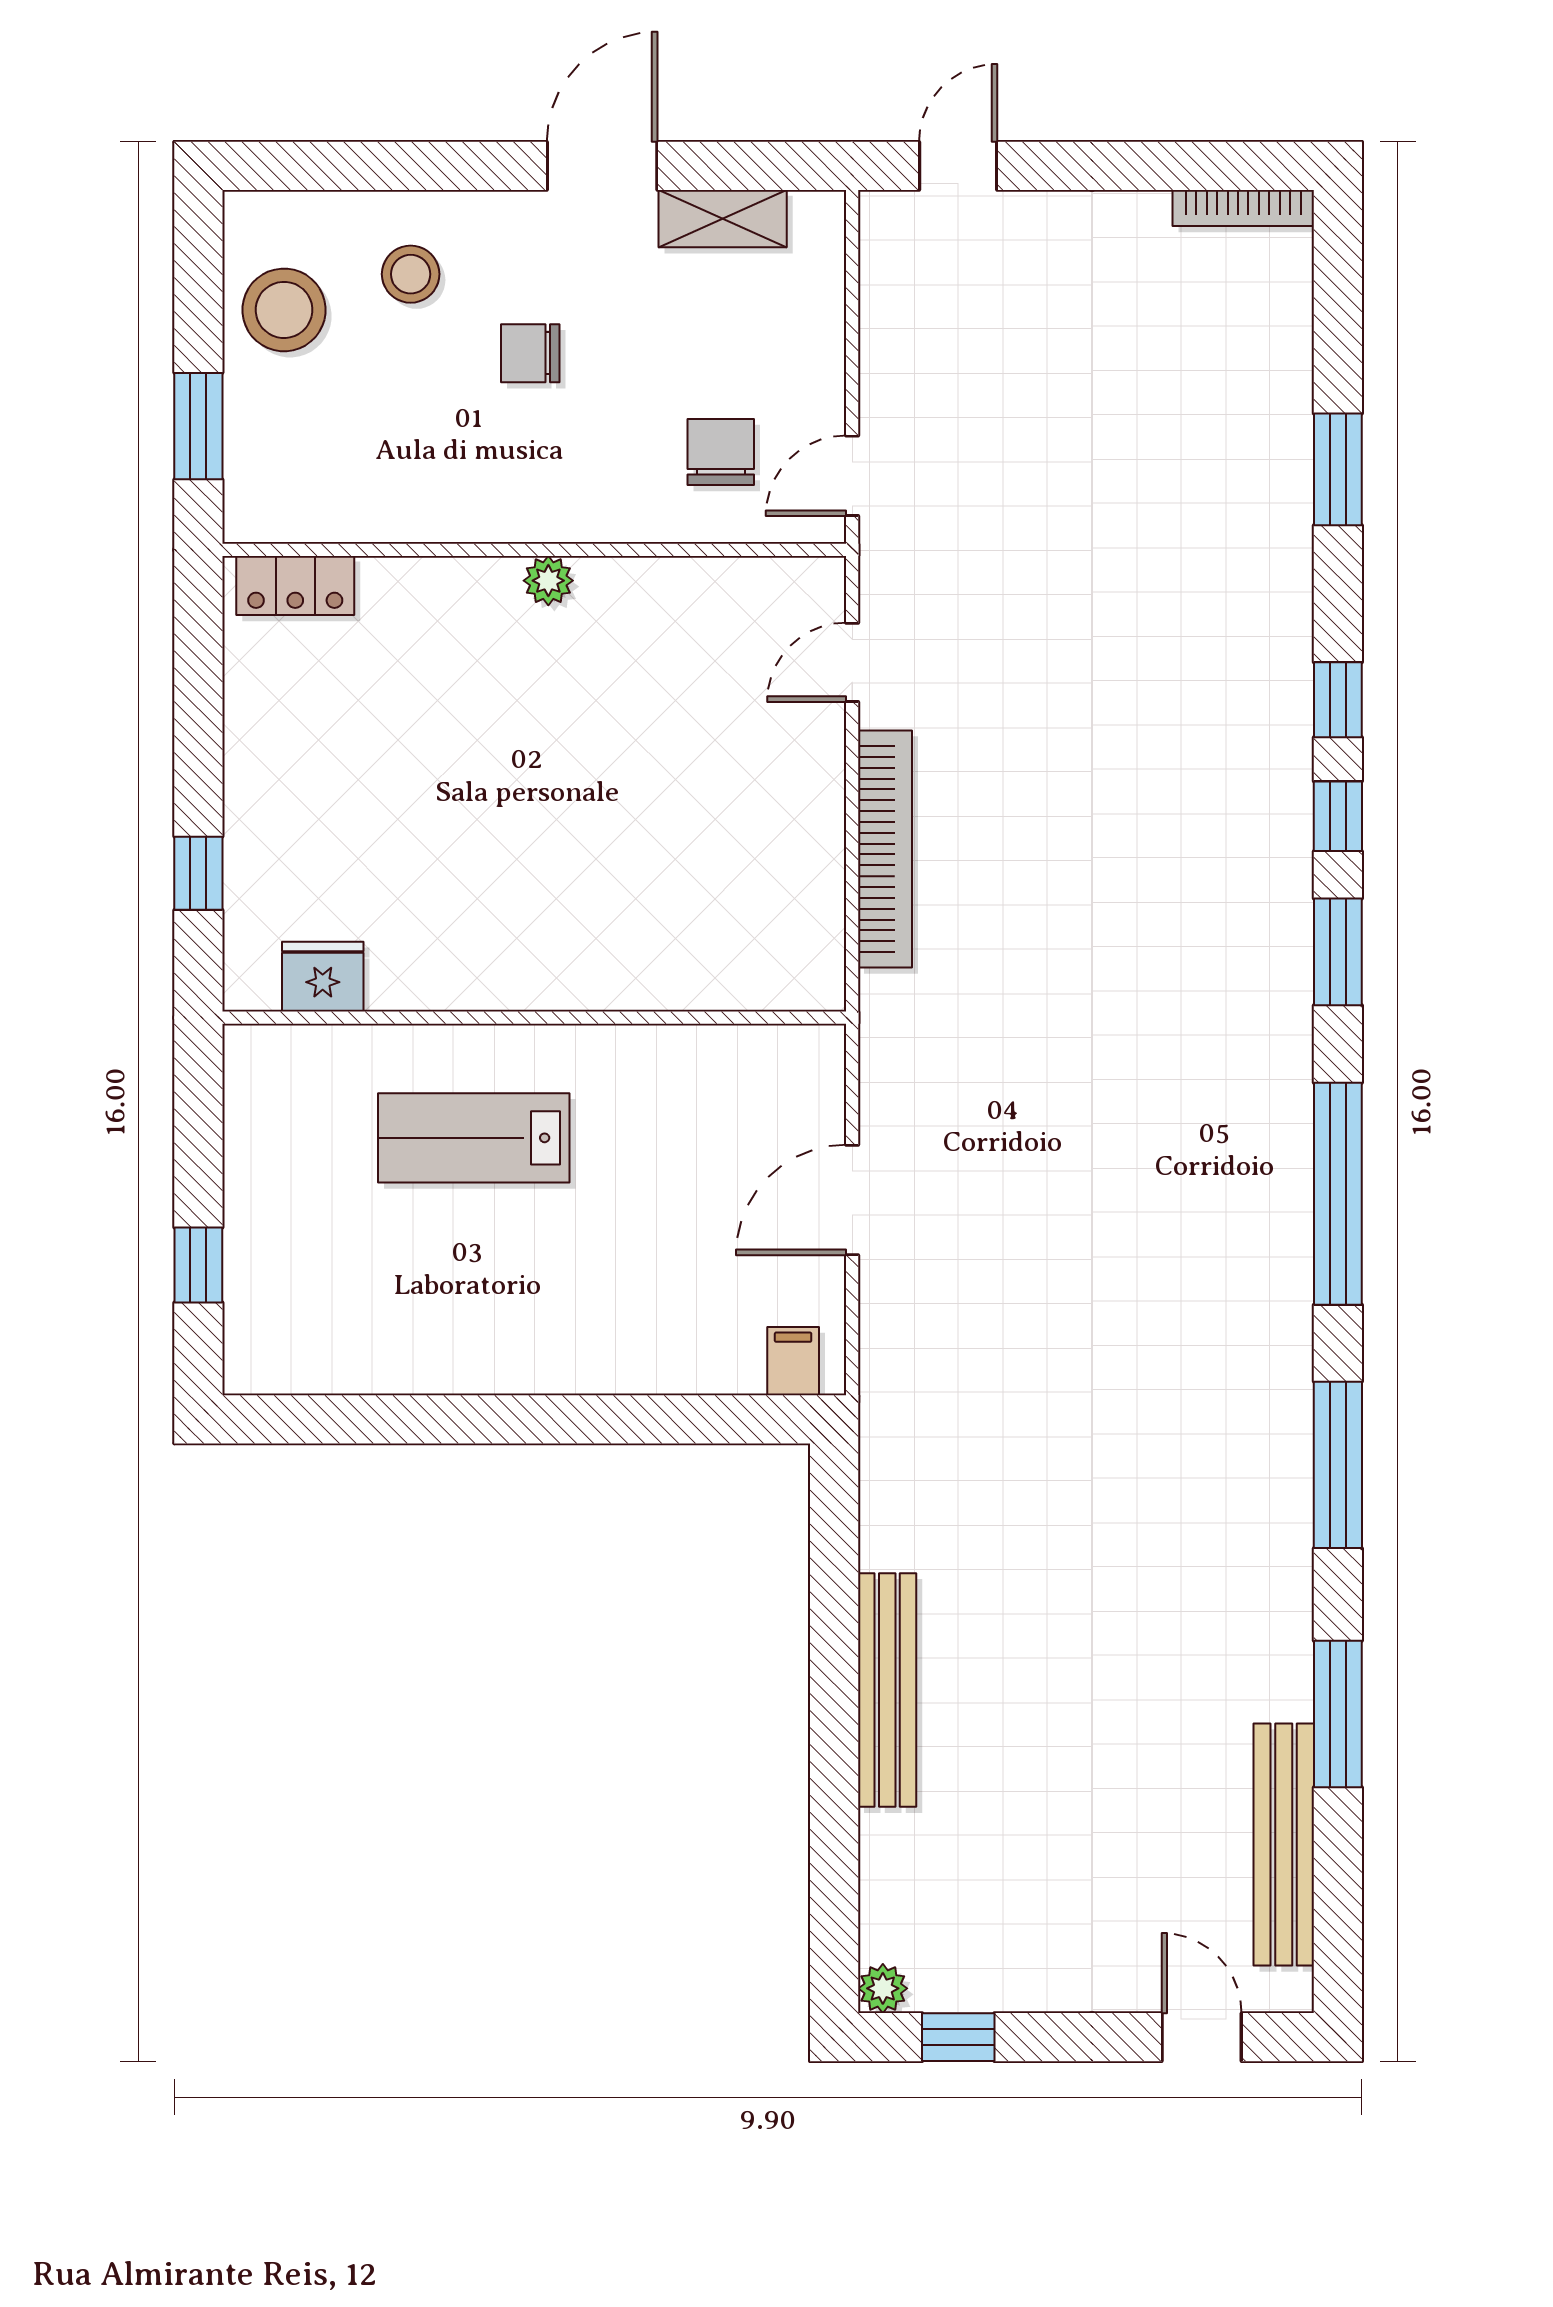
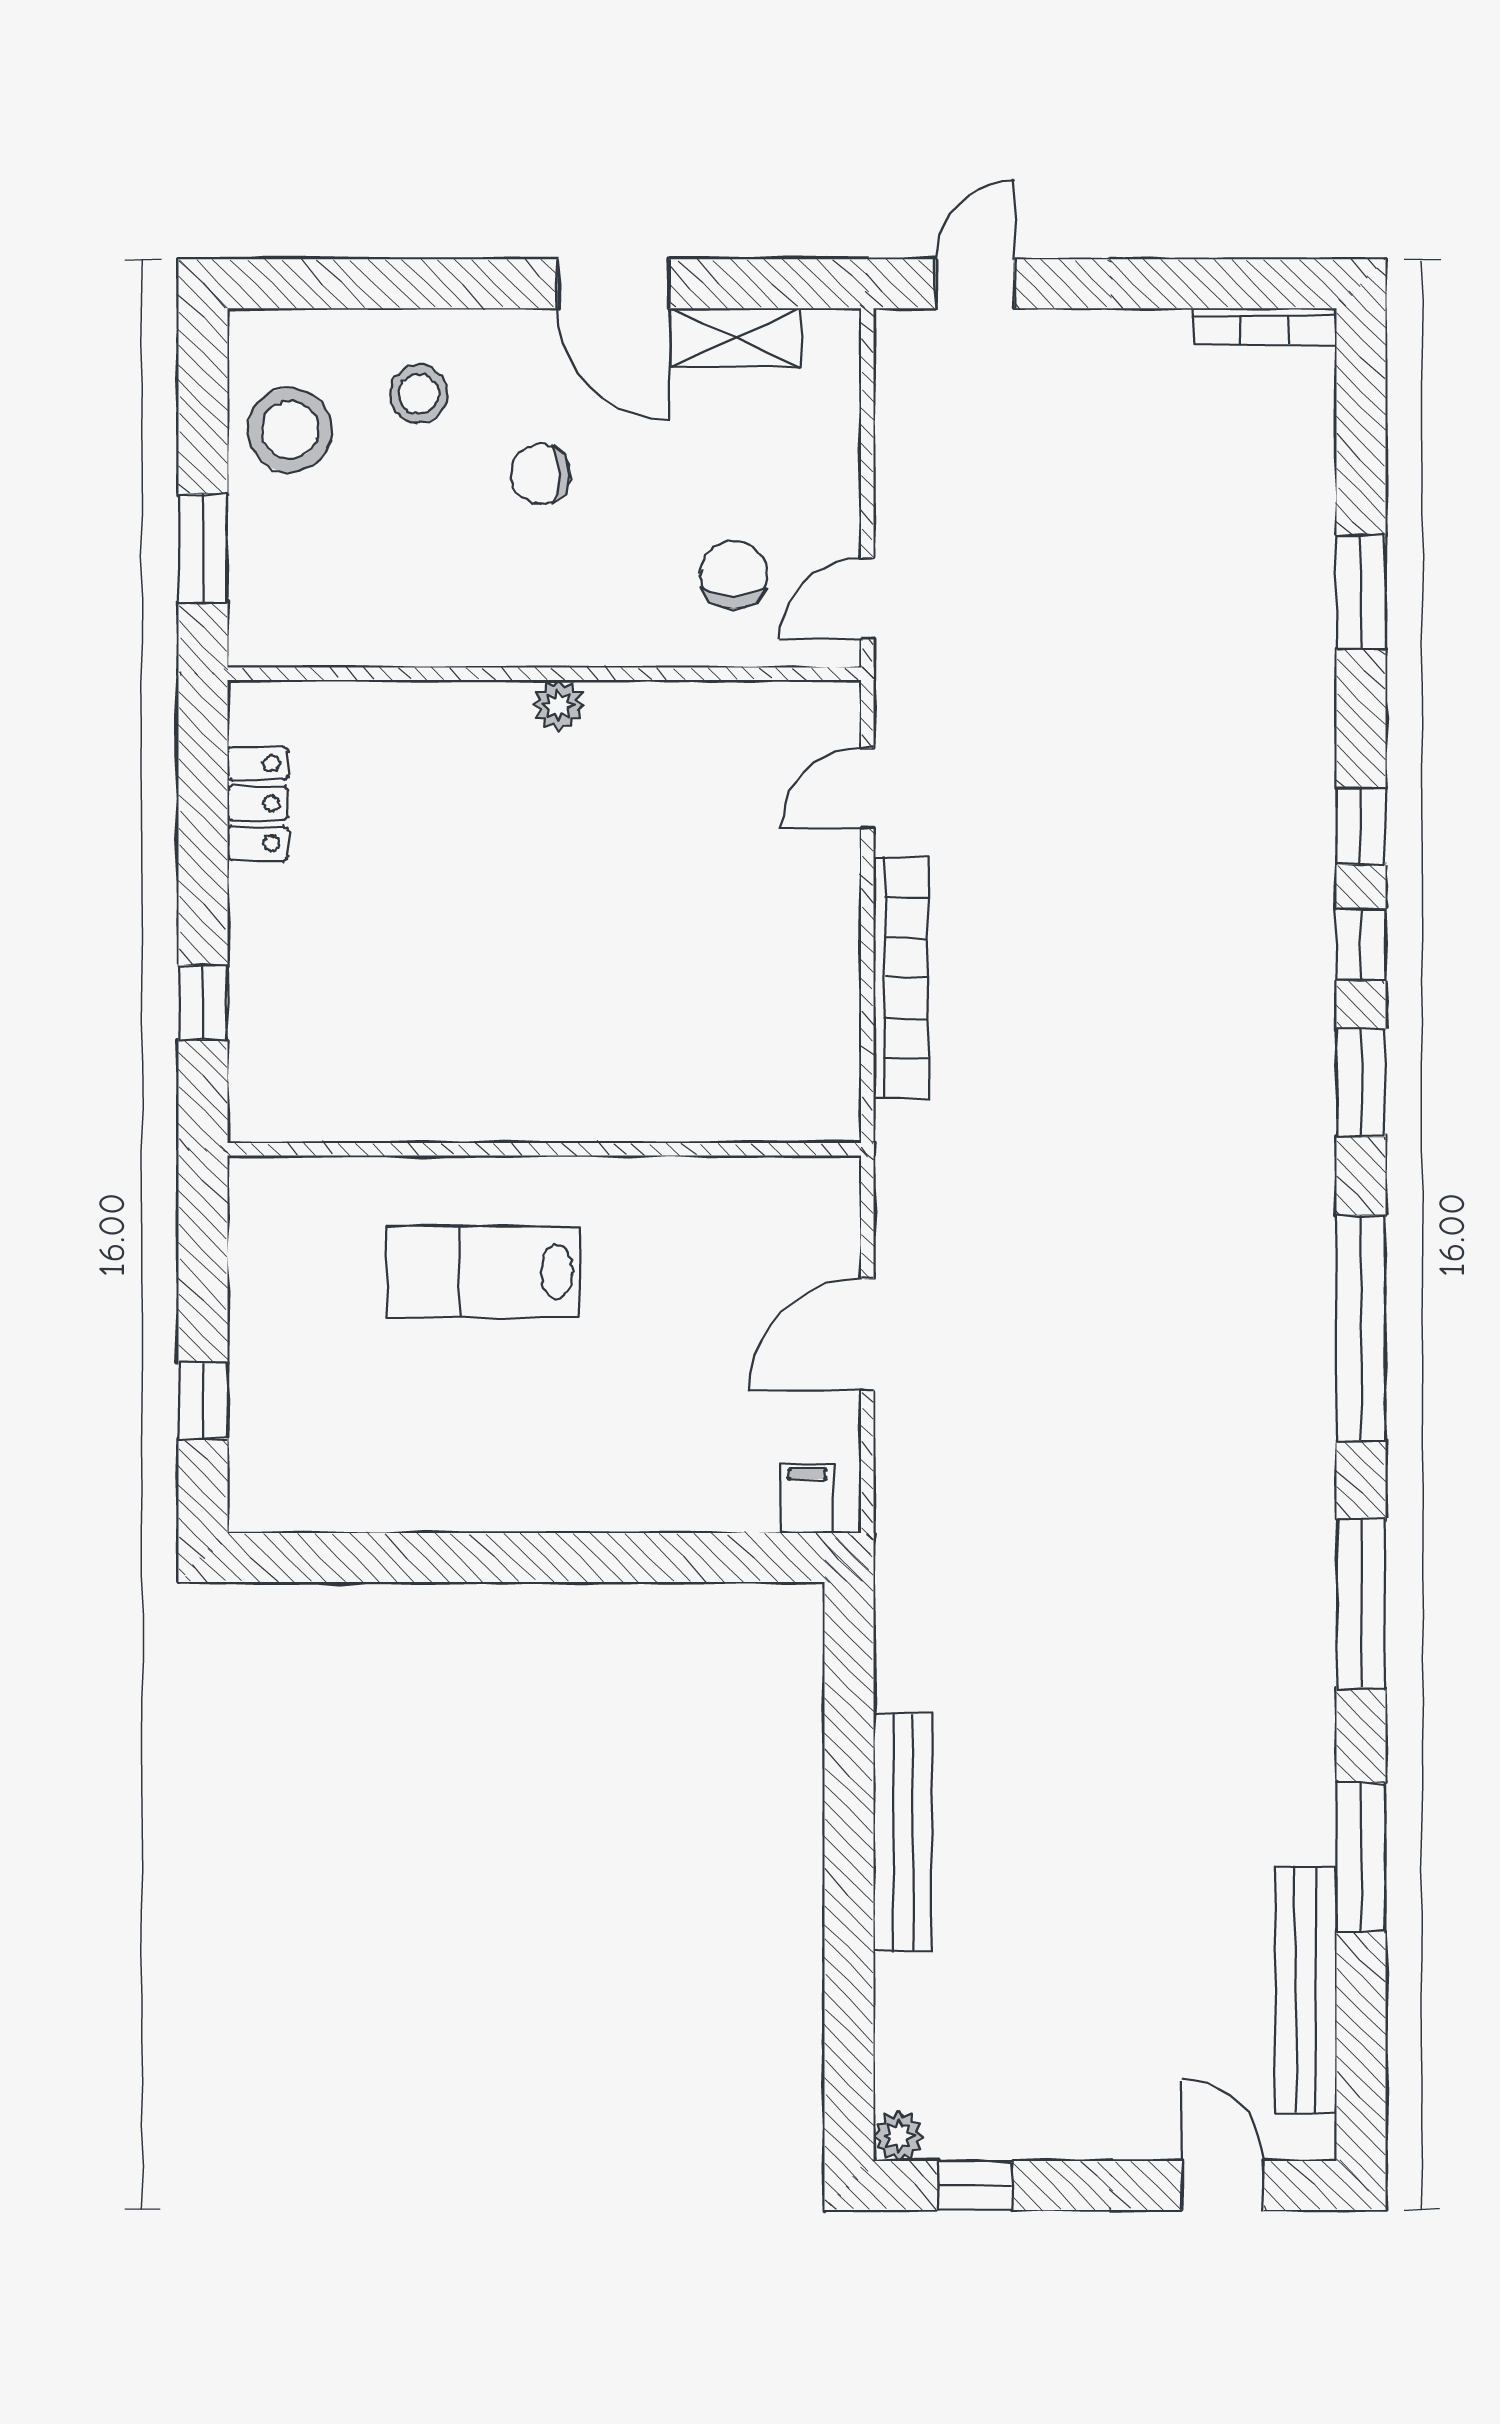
door: (602, 166) -> (613, 284), swing flipped
locker: (295, 585) -> (258, 803), moved, turned -90
fridge: (323, 977) -> (329, 1108), removed

